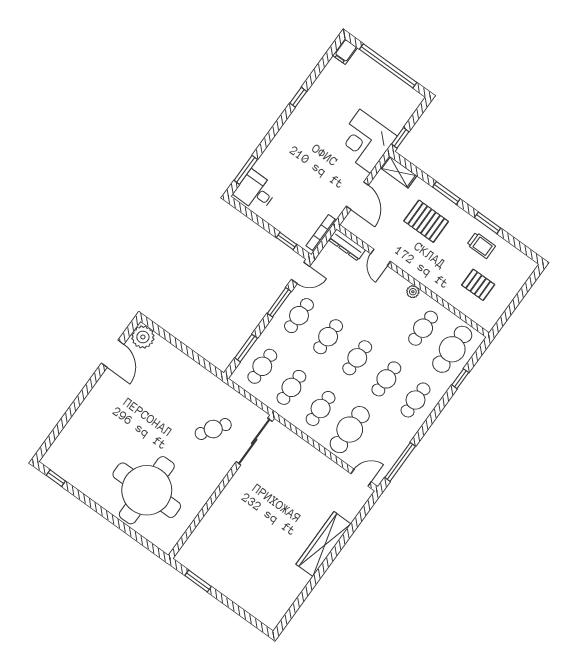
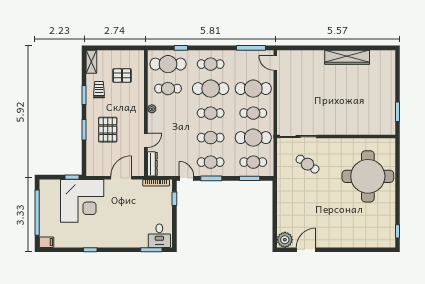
corner desk: (365, 141) -> (82, 201), width x1.36, depth x1.36
shelving: (399, 172) -> (91, 62), moved
pallet: (478, 285) -> (122, 76), turned 90
cafe table: (386, 379) -> (211, 89), width x1.37, depth x1.35
cafe table: (291, 387) -> (253, 138), width x1.37, depth x1.35
wardrobe: (324, 544) -> (347, 57), moved

